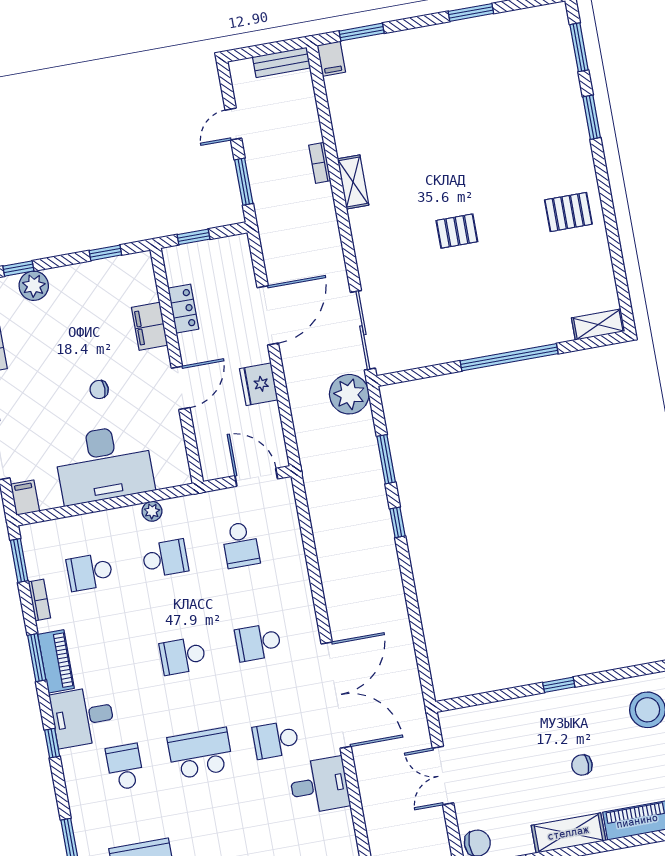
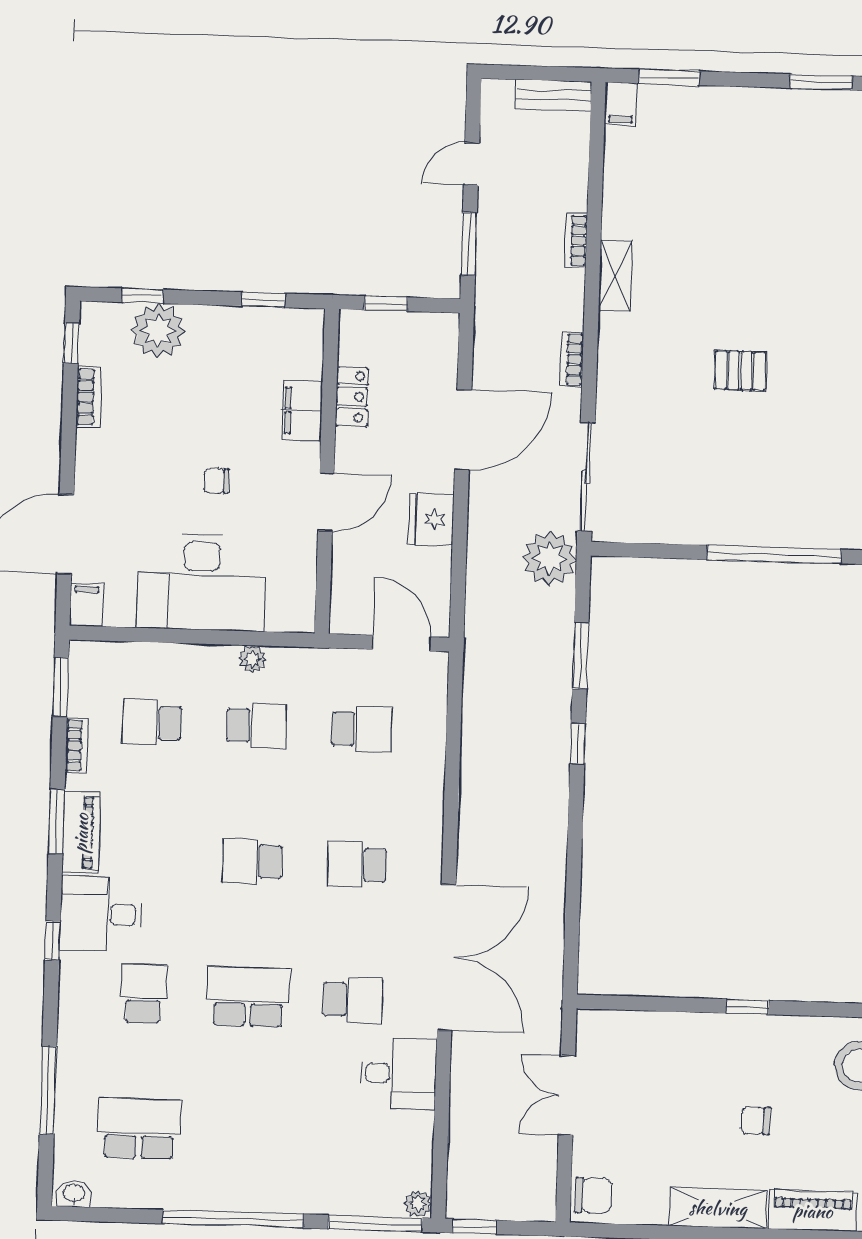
bookcase: (335, 248) -> (572, 359), added
plant: (34, 286) -> (158, 331), width x1.36, depth x1.36
school desk: (241, 545) -> (361, 729), turned -90
school desk: (276, 740) -> (353, 1000), turned 180

